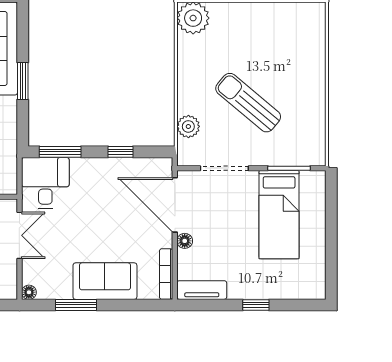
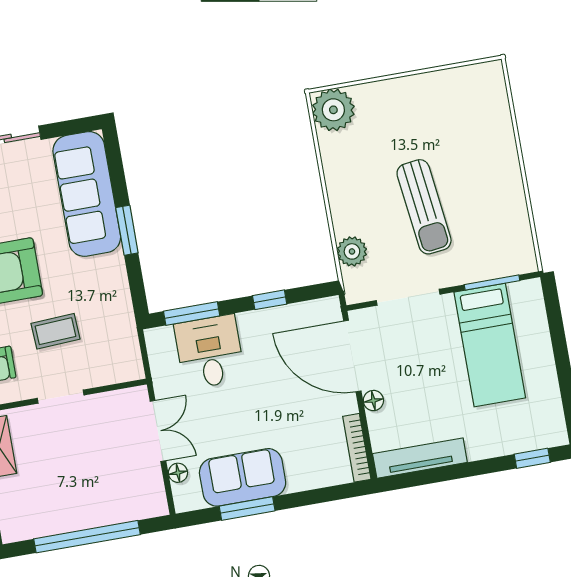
sun lounger: (248, 103) -> (424, 207), turned -137
desk: (45, 183) -> (210, 352), moved
sofa: (105, 281) -> (243, 477), moved
tv unit: (202, 290) -> (420, 458), width x1.41
floor lamp: (29, 292) -> (178, 473), moved
window: (256, 305) -> (532, 458), moved

